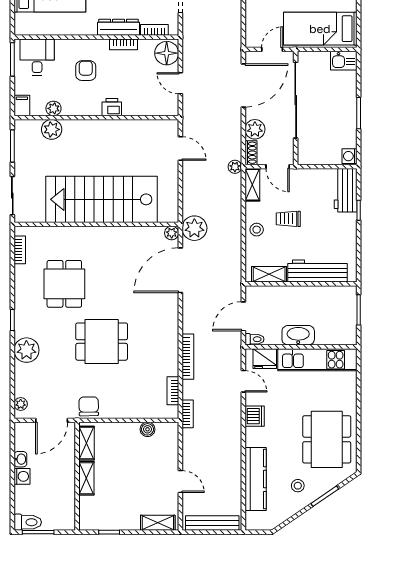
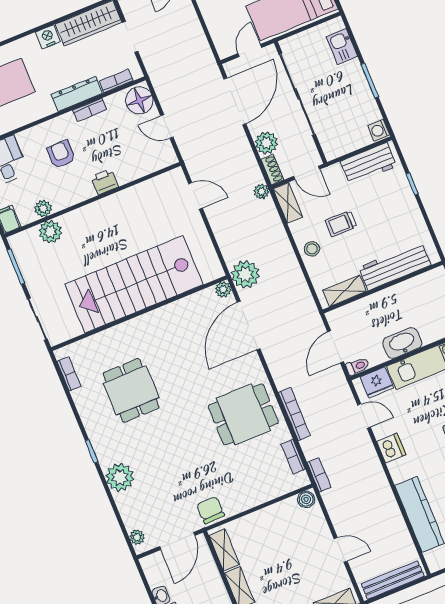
kitchen sink: (344, 61) -> (342, 47), moved, turned 90
workbench: (346, 190) -> (368, 164), moved, turned -90
dining table: (102, 342) -> (243, 414), moved
boiler: (148, 429) -> (306, 499), moved

